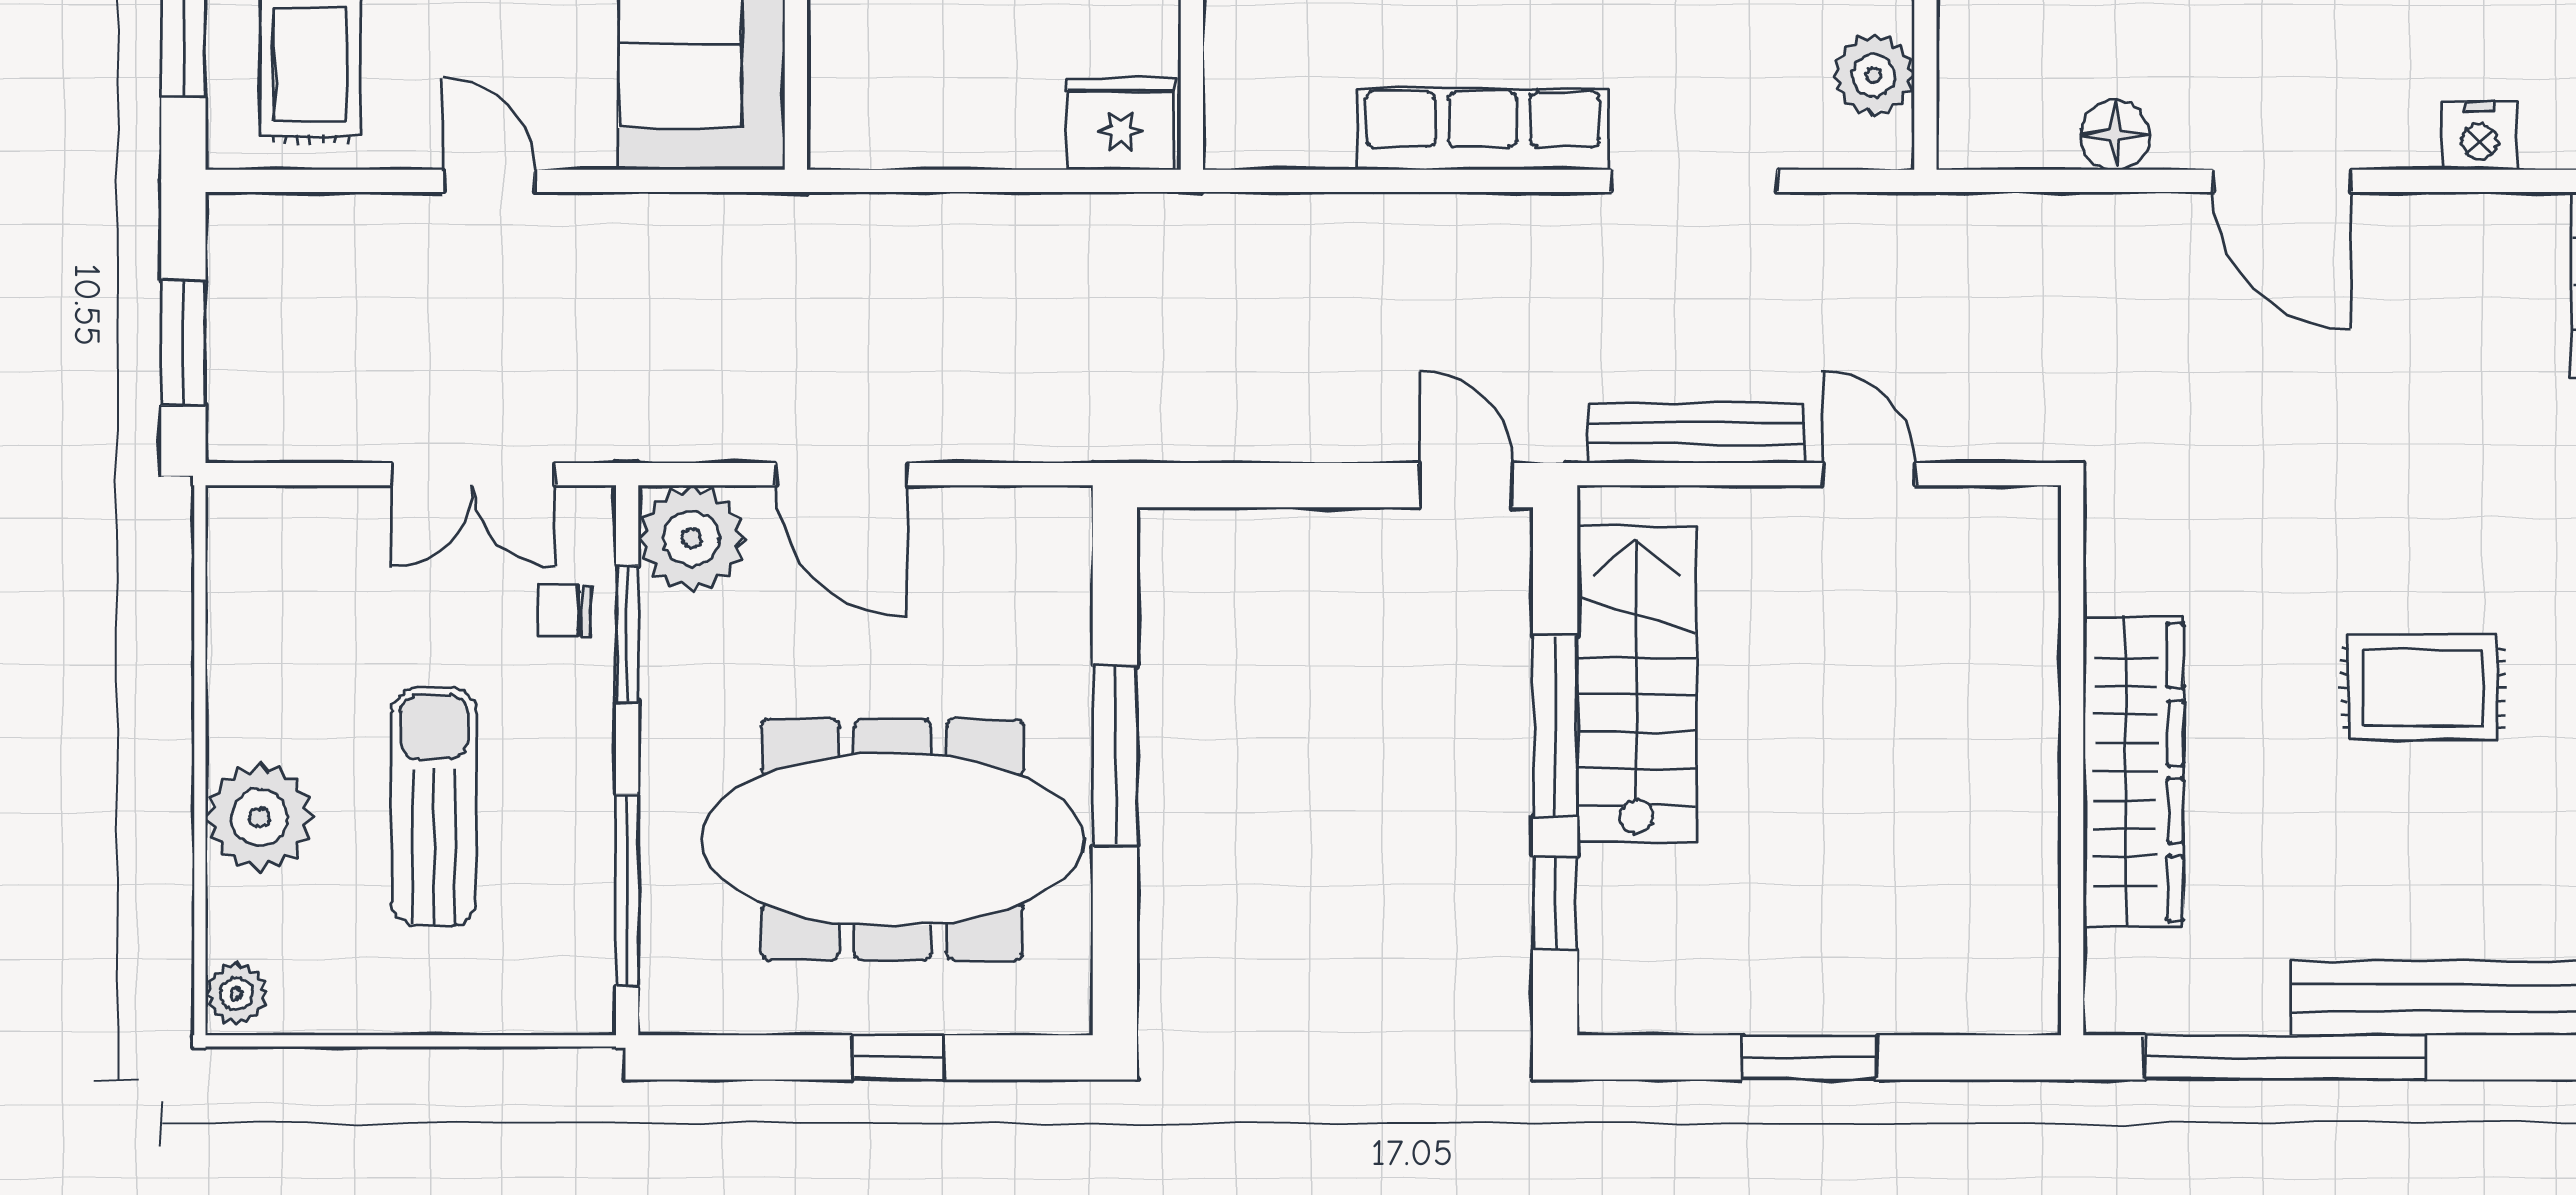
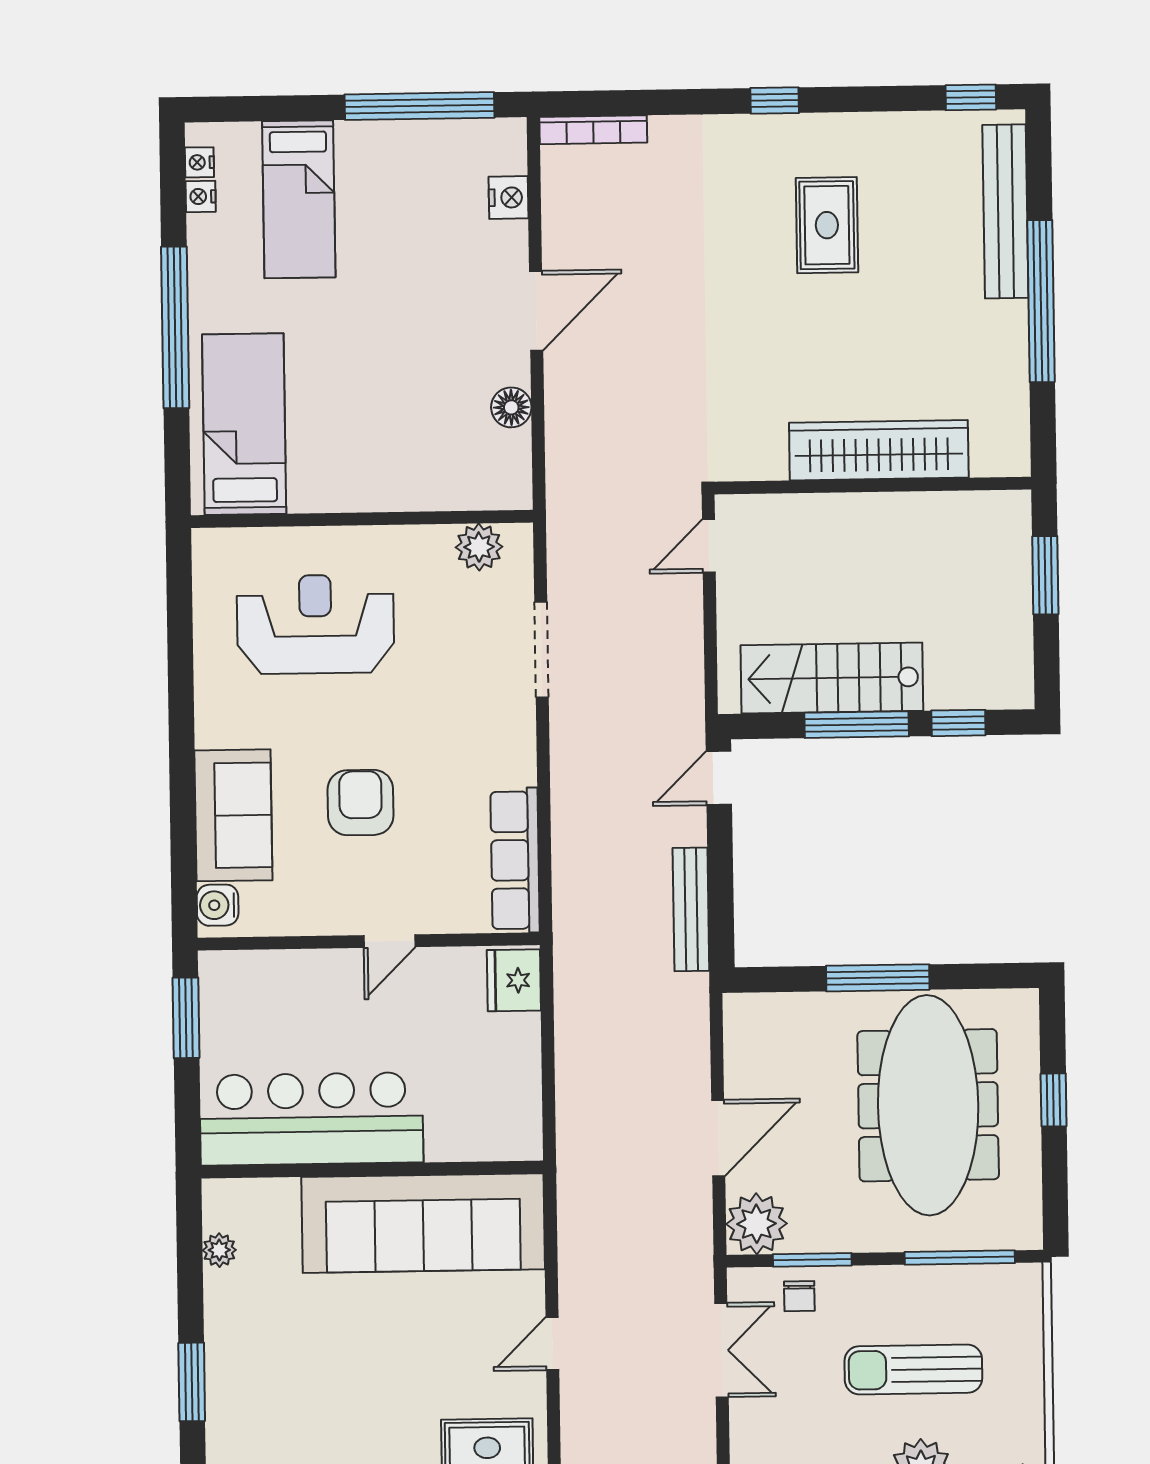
row of seats: (1483, 129) -> (515, 860), moved
bench: (1696, 433) -> (691, 909), moved
wall: (2072, 760) -> (873, 486), moved
wardrobe: (2133, 772) -> (879, 450), moved

